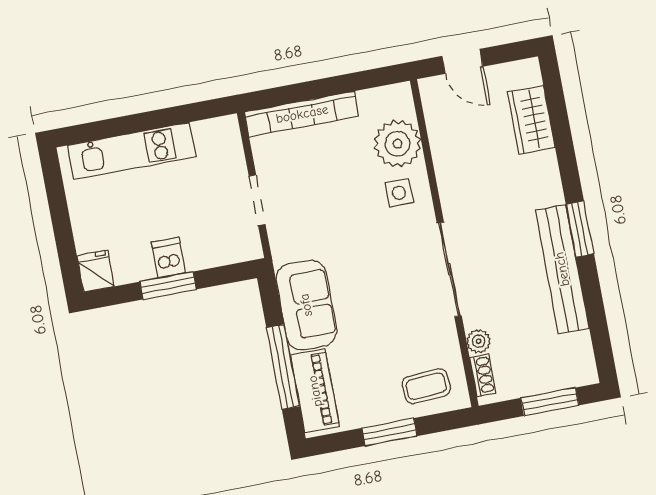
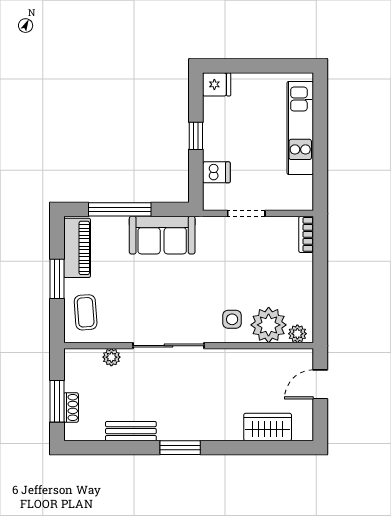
plant: (402, 104) -> (297, 334), added
bookcase: (302, 114) -> (306, 234), width x0.43, depth x0.76
dishwasher: (168, 258) -> (216, 172), moved
bench: (562, 269) -> (131, 431), width x0.54, depth x0.82
window: (168, 286) -> (196, 136), width x0.67
shoe rack: (483, 375) -> (71, 407), moved, turned -90
piano: (315, 391) -> (77, 248), moved, turned -90

